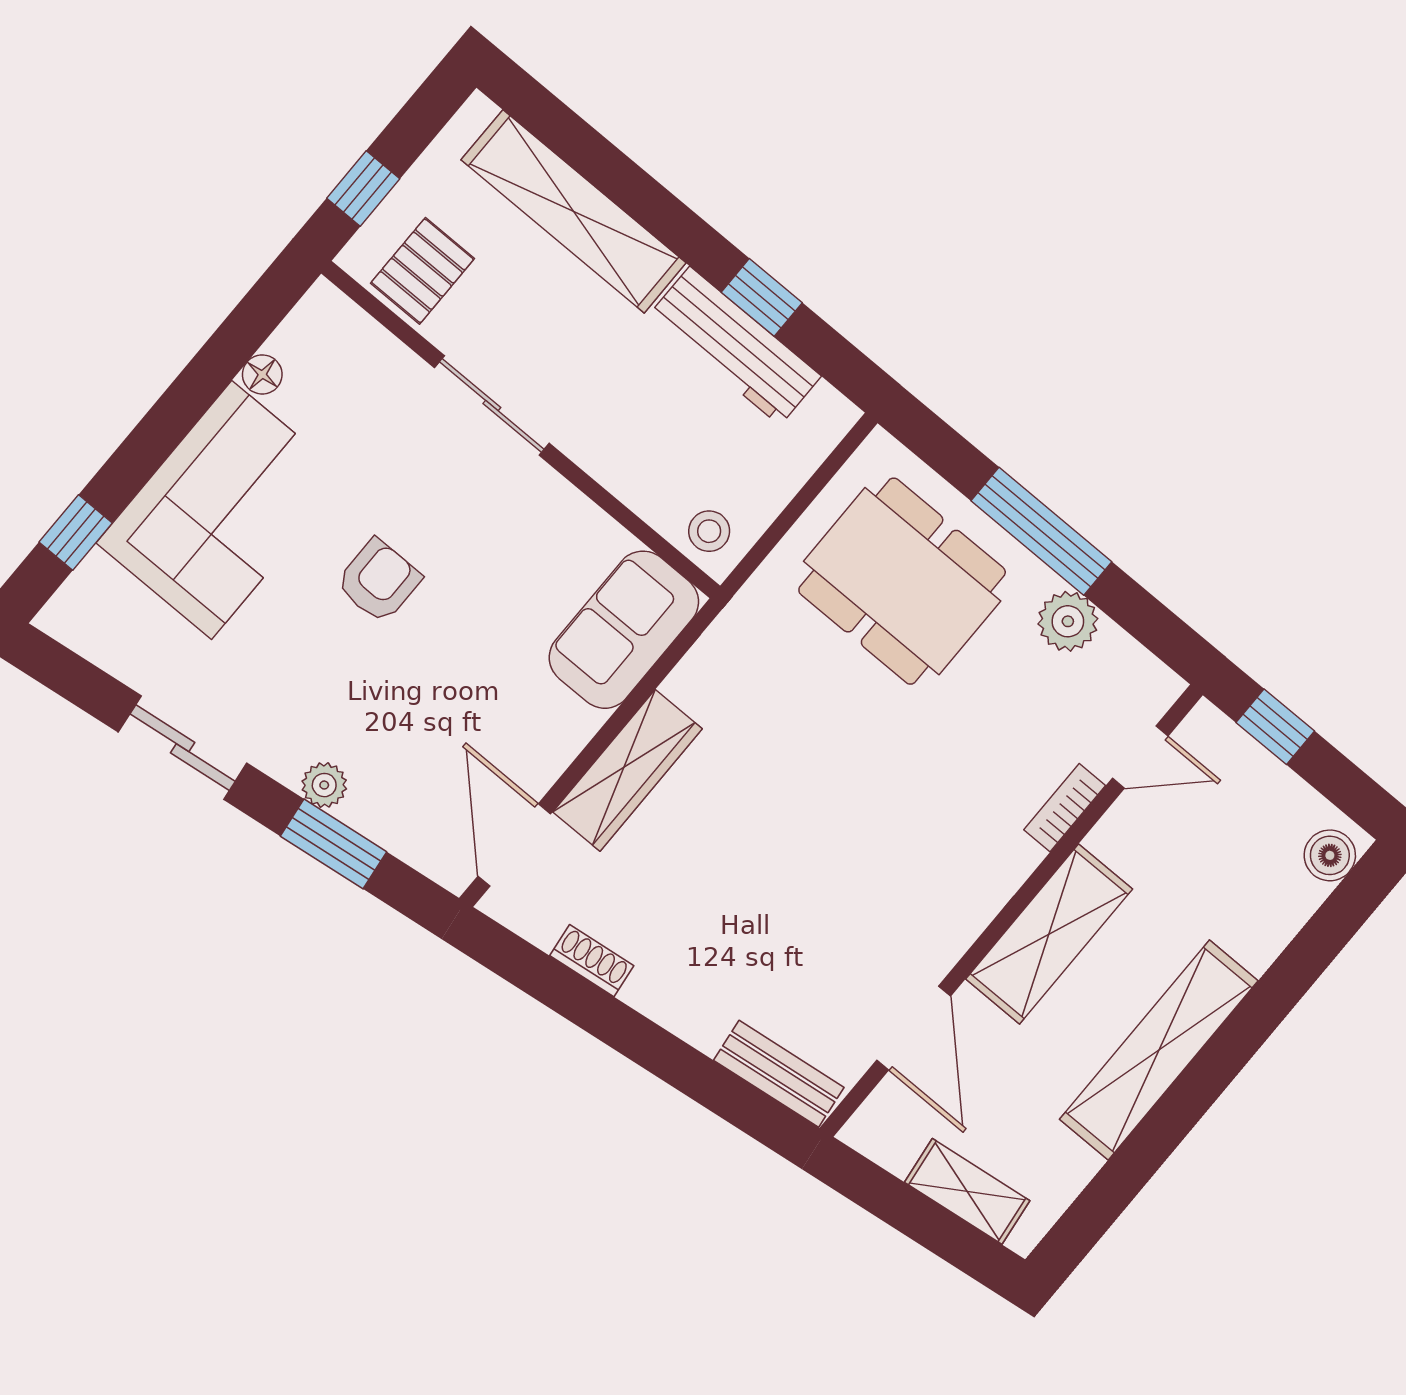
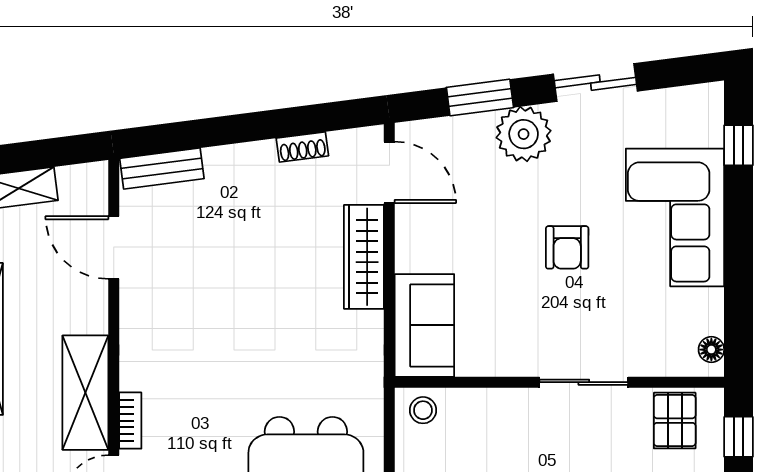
floor lamp: (262, 374) -> (711, 350), moved
plant: (324, 785) -> (524, 134), width x1.88, depth x1.88
shelving: (1049, 934) -> (85, 393), moved

